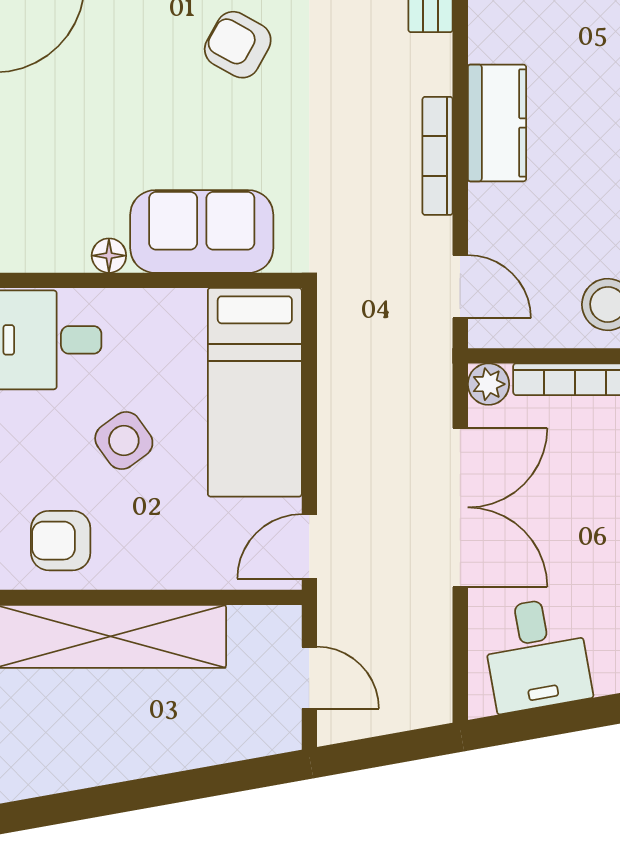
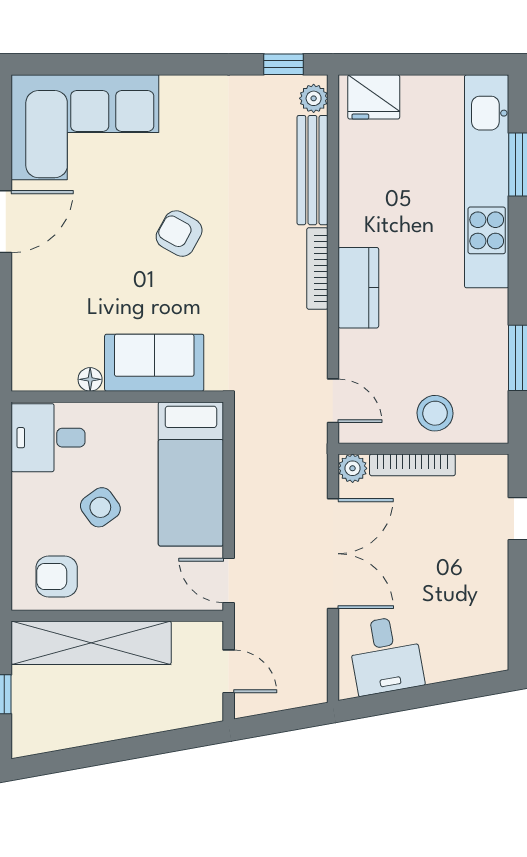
bookcase: (438, 156) -> (317, 269), moved
door: (309, 546) -> (229, 580), hinge flipped

